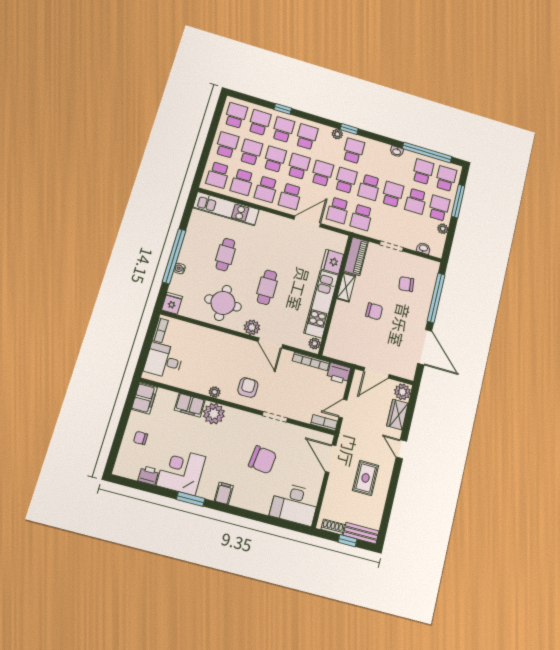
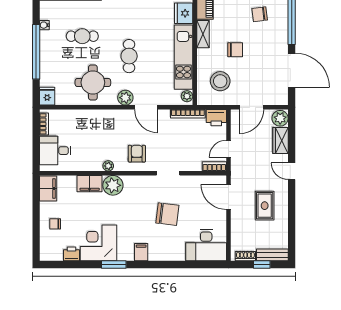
cafe table: (225, 255) -> (82, 36), turned 90
water cooler: (180, 268) -> (44, 25), moved
stool: (352, 338) -> (220, 81), added

